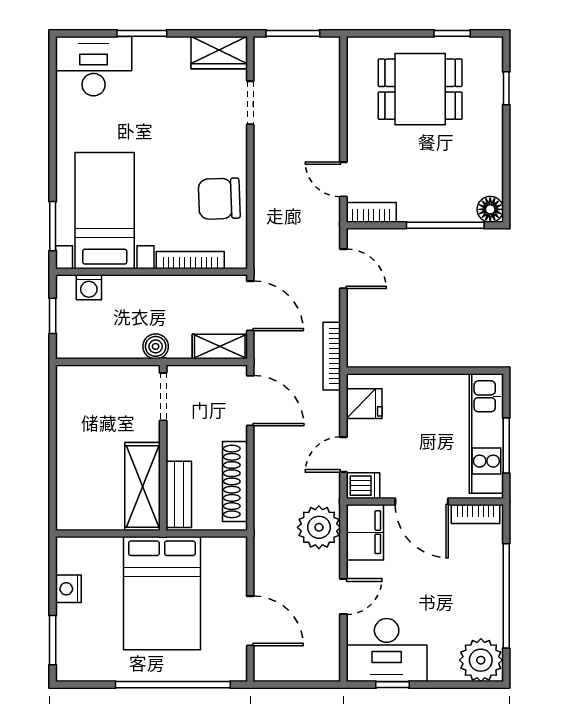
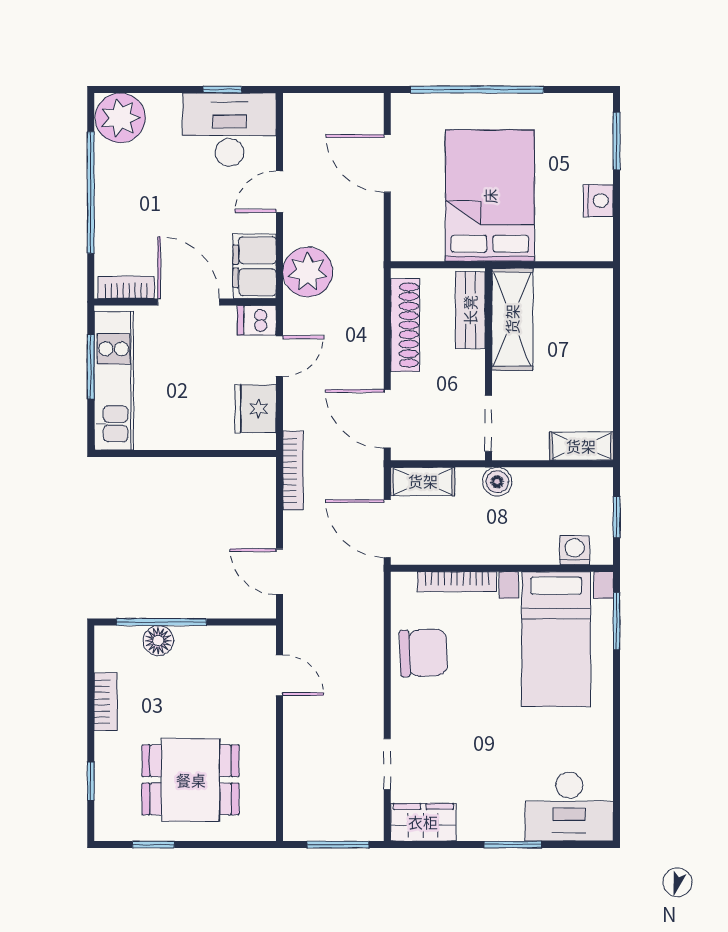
floor lamp: (490, 209) -> (158, 641), moved
bookcase: (371, 212) -> (106, 702), moved, turned -90
shelving: (83, 377) -> (581, 446), added
fridge: (364, 404) -> (255, 409), width x1.38

